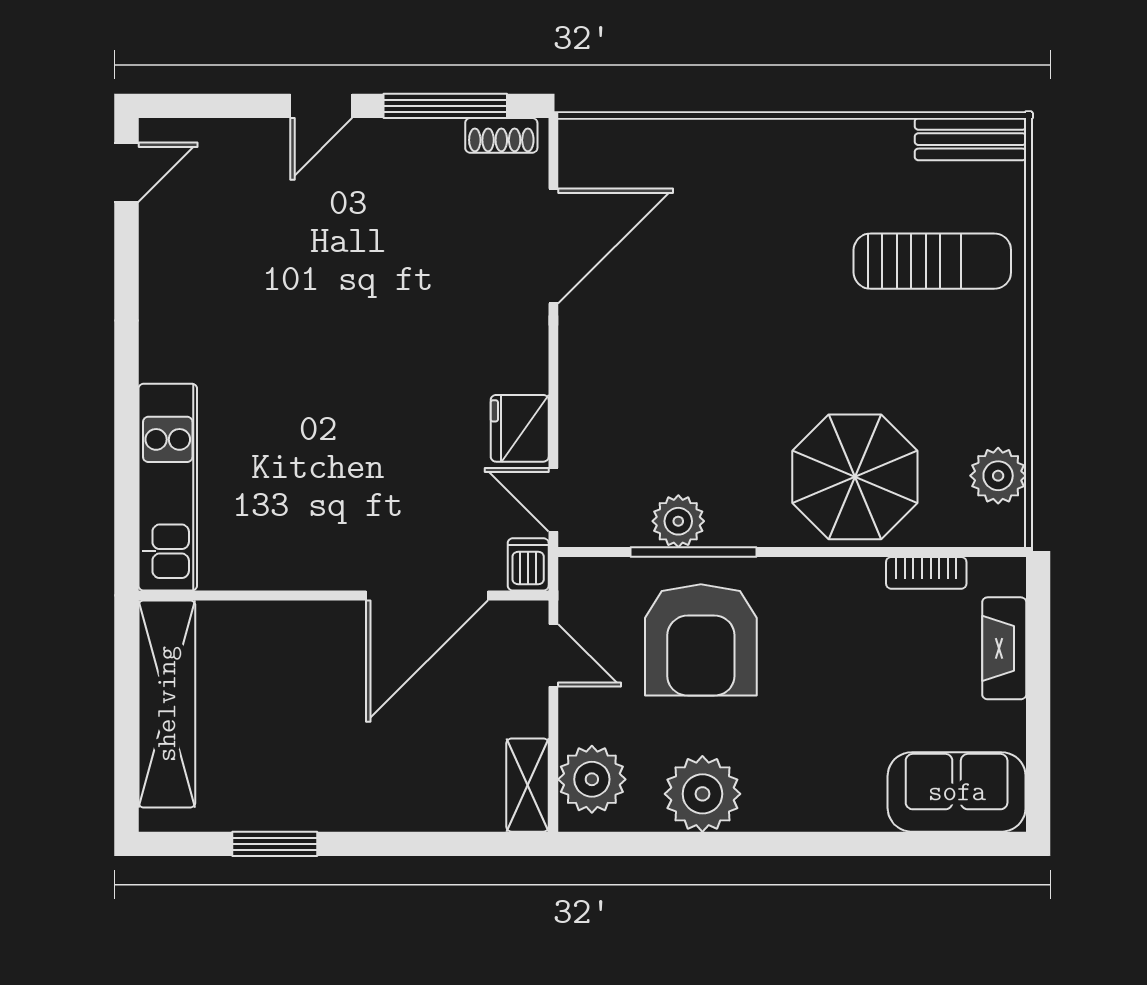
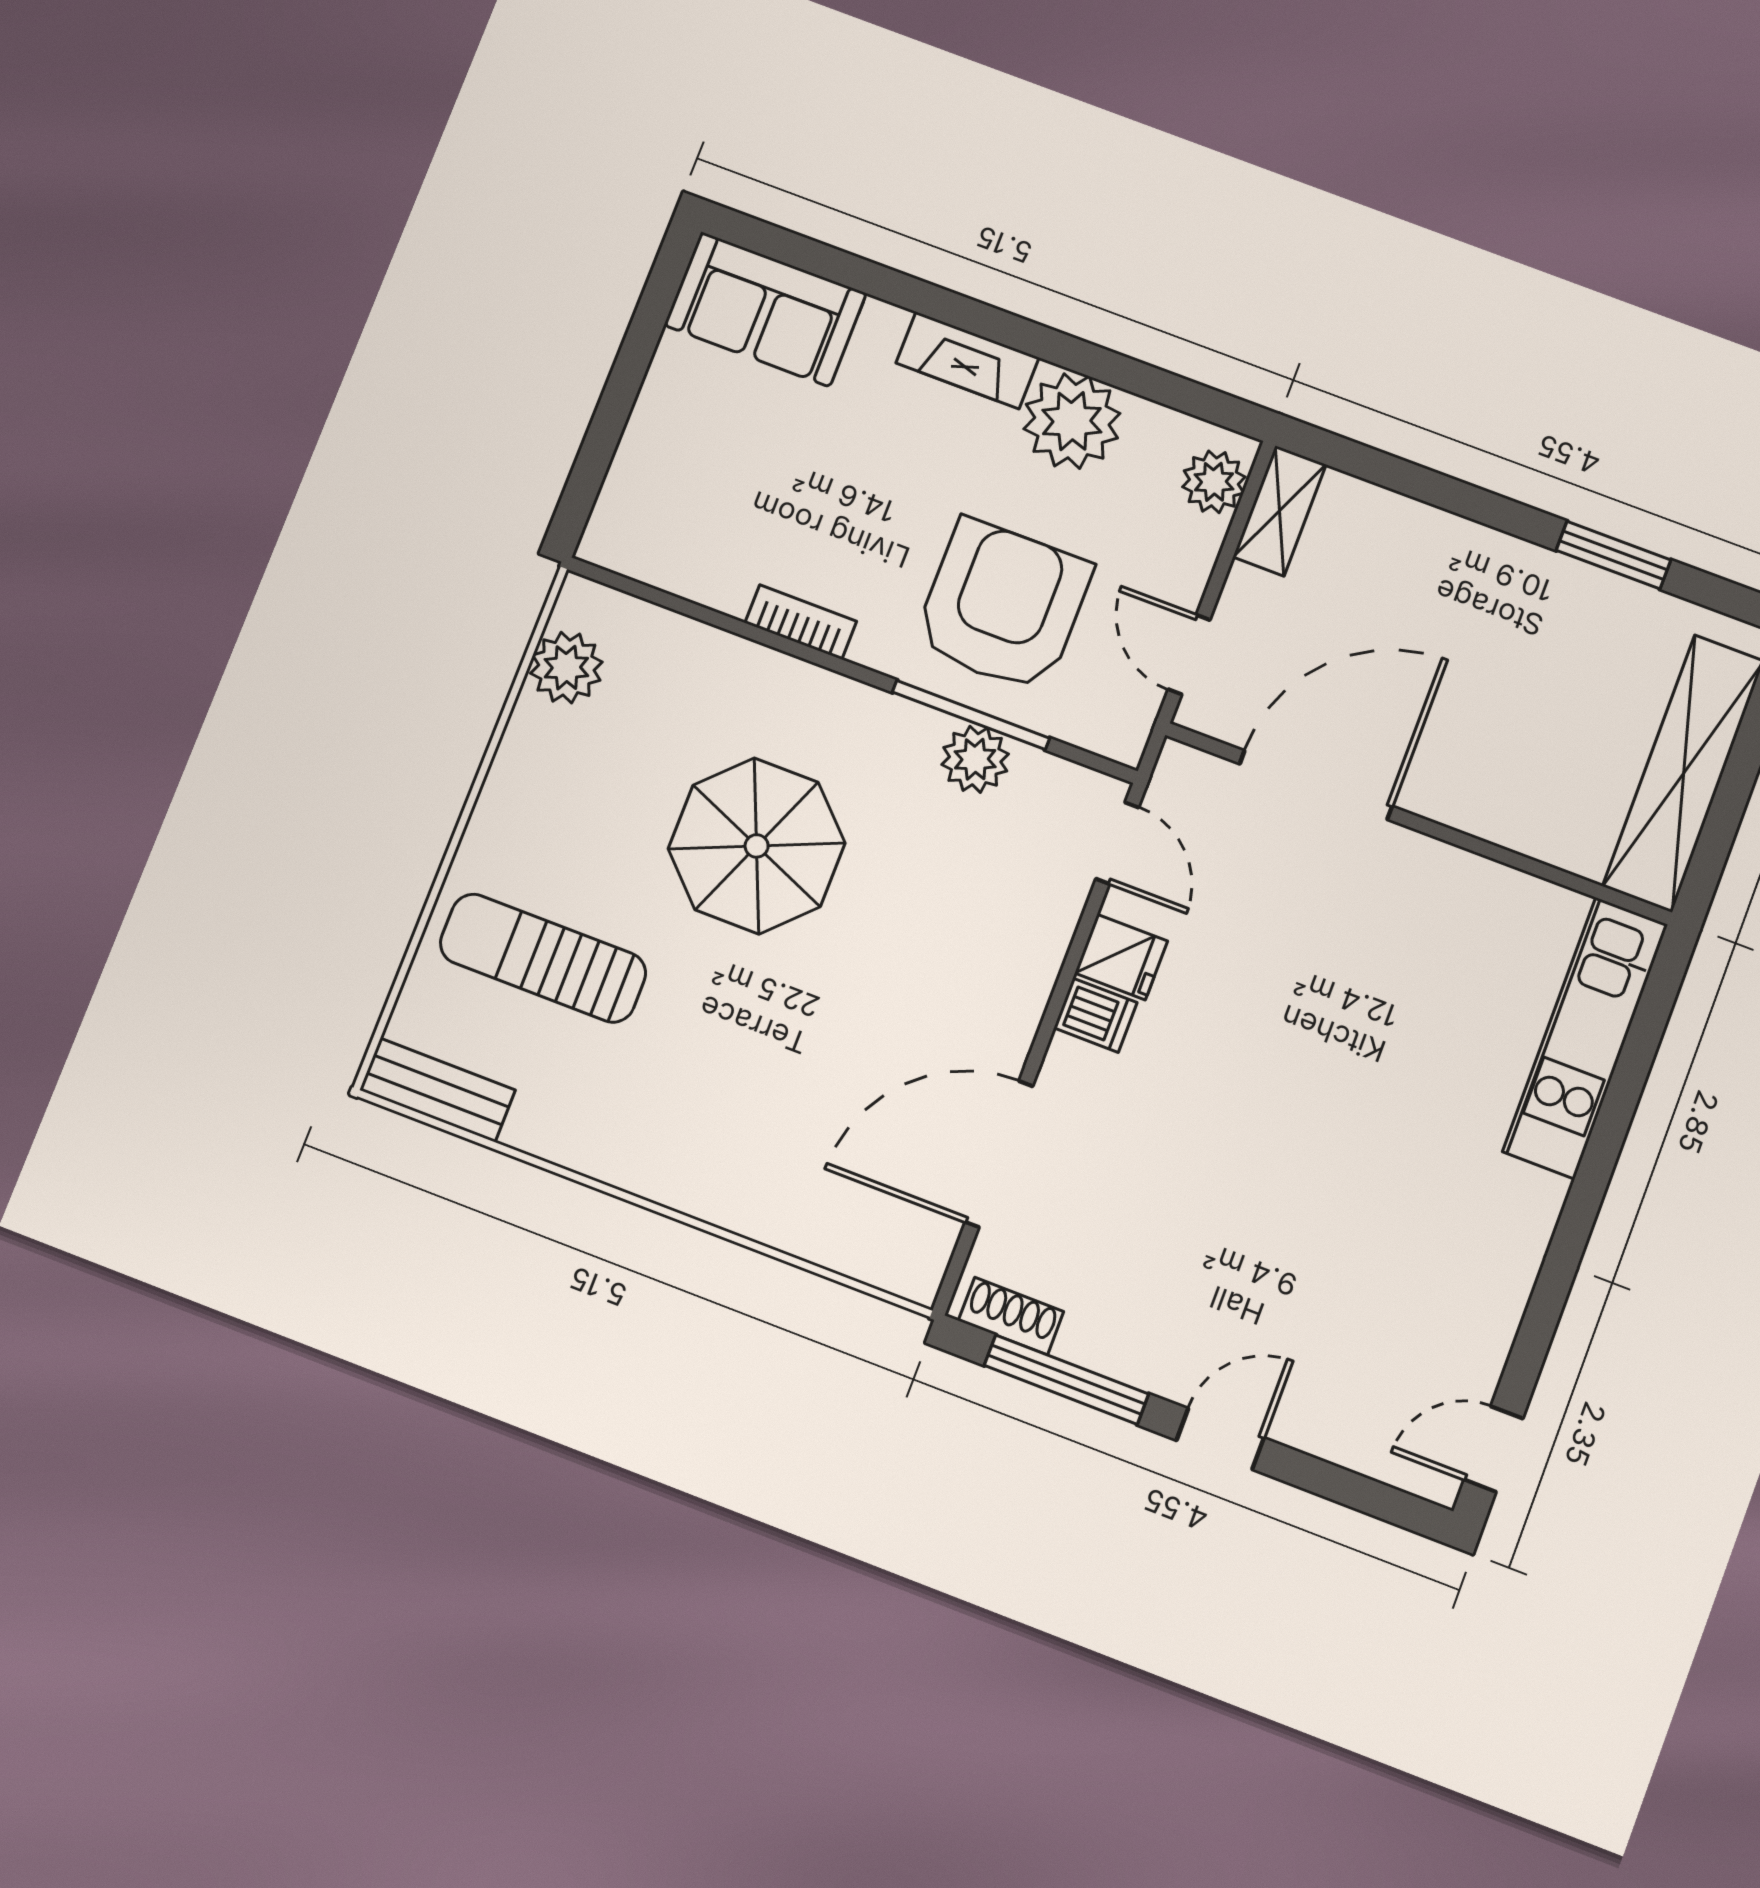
fridge: (520, 428) -> (1121, 957), width x0.72
parasol: (855, 477) -> (757, 846), moved
dishwasher: (528, 564) -> (1095, 1015), moved, turned -90
bookcase: (926, 573) -> (801, 622), moved
fireplace: (1004, 648) -> (967, 360), moved, turned 90
plant: (592, 779) -> (1214, 482), width x0.73, depth x0.73

